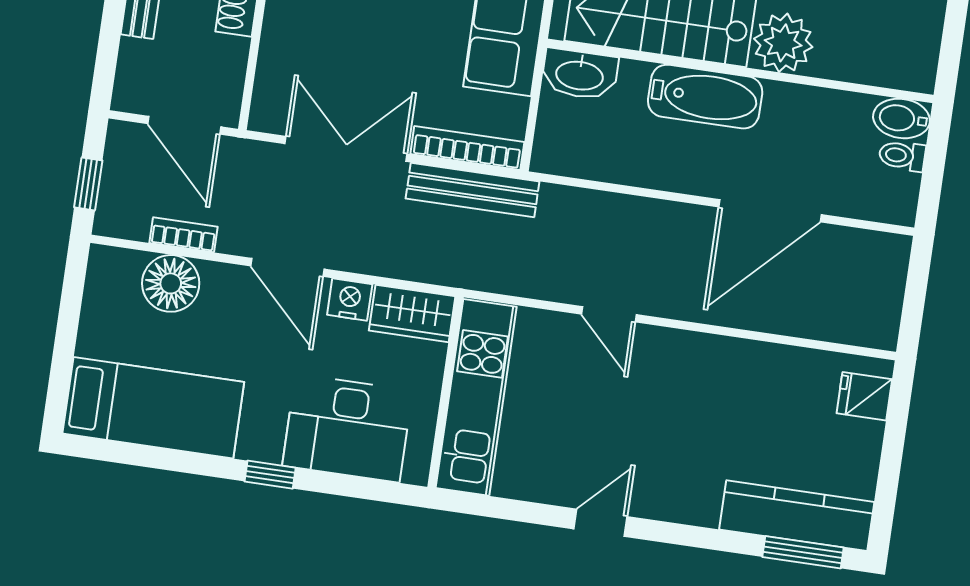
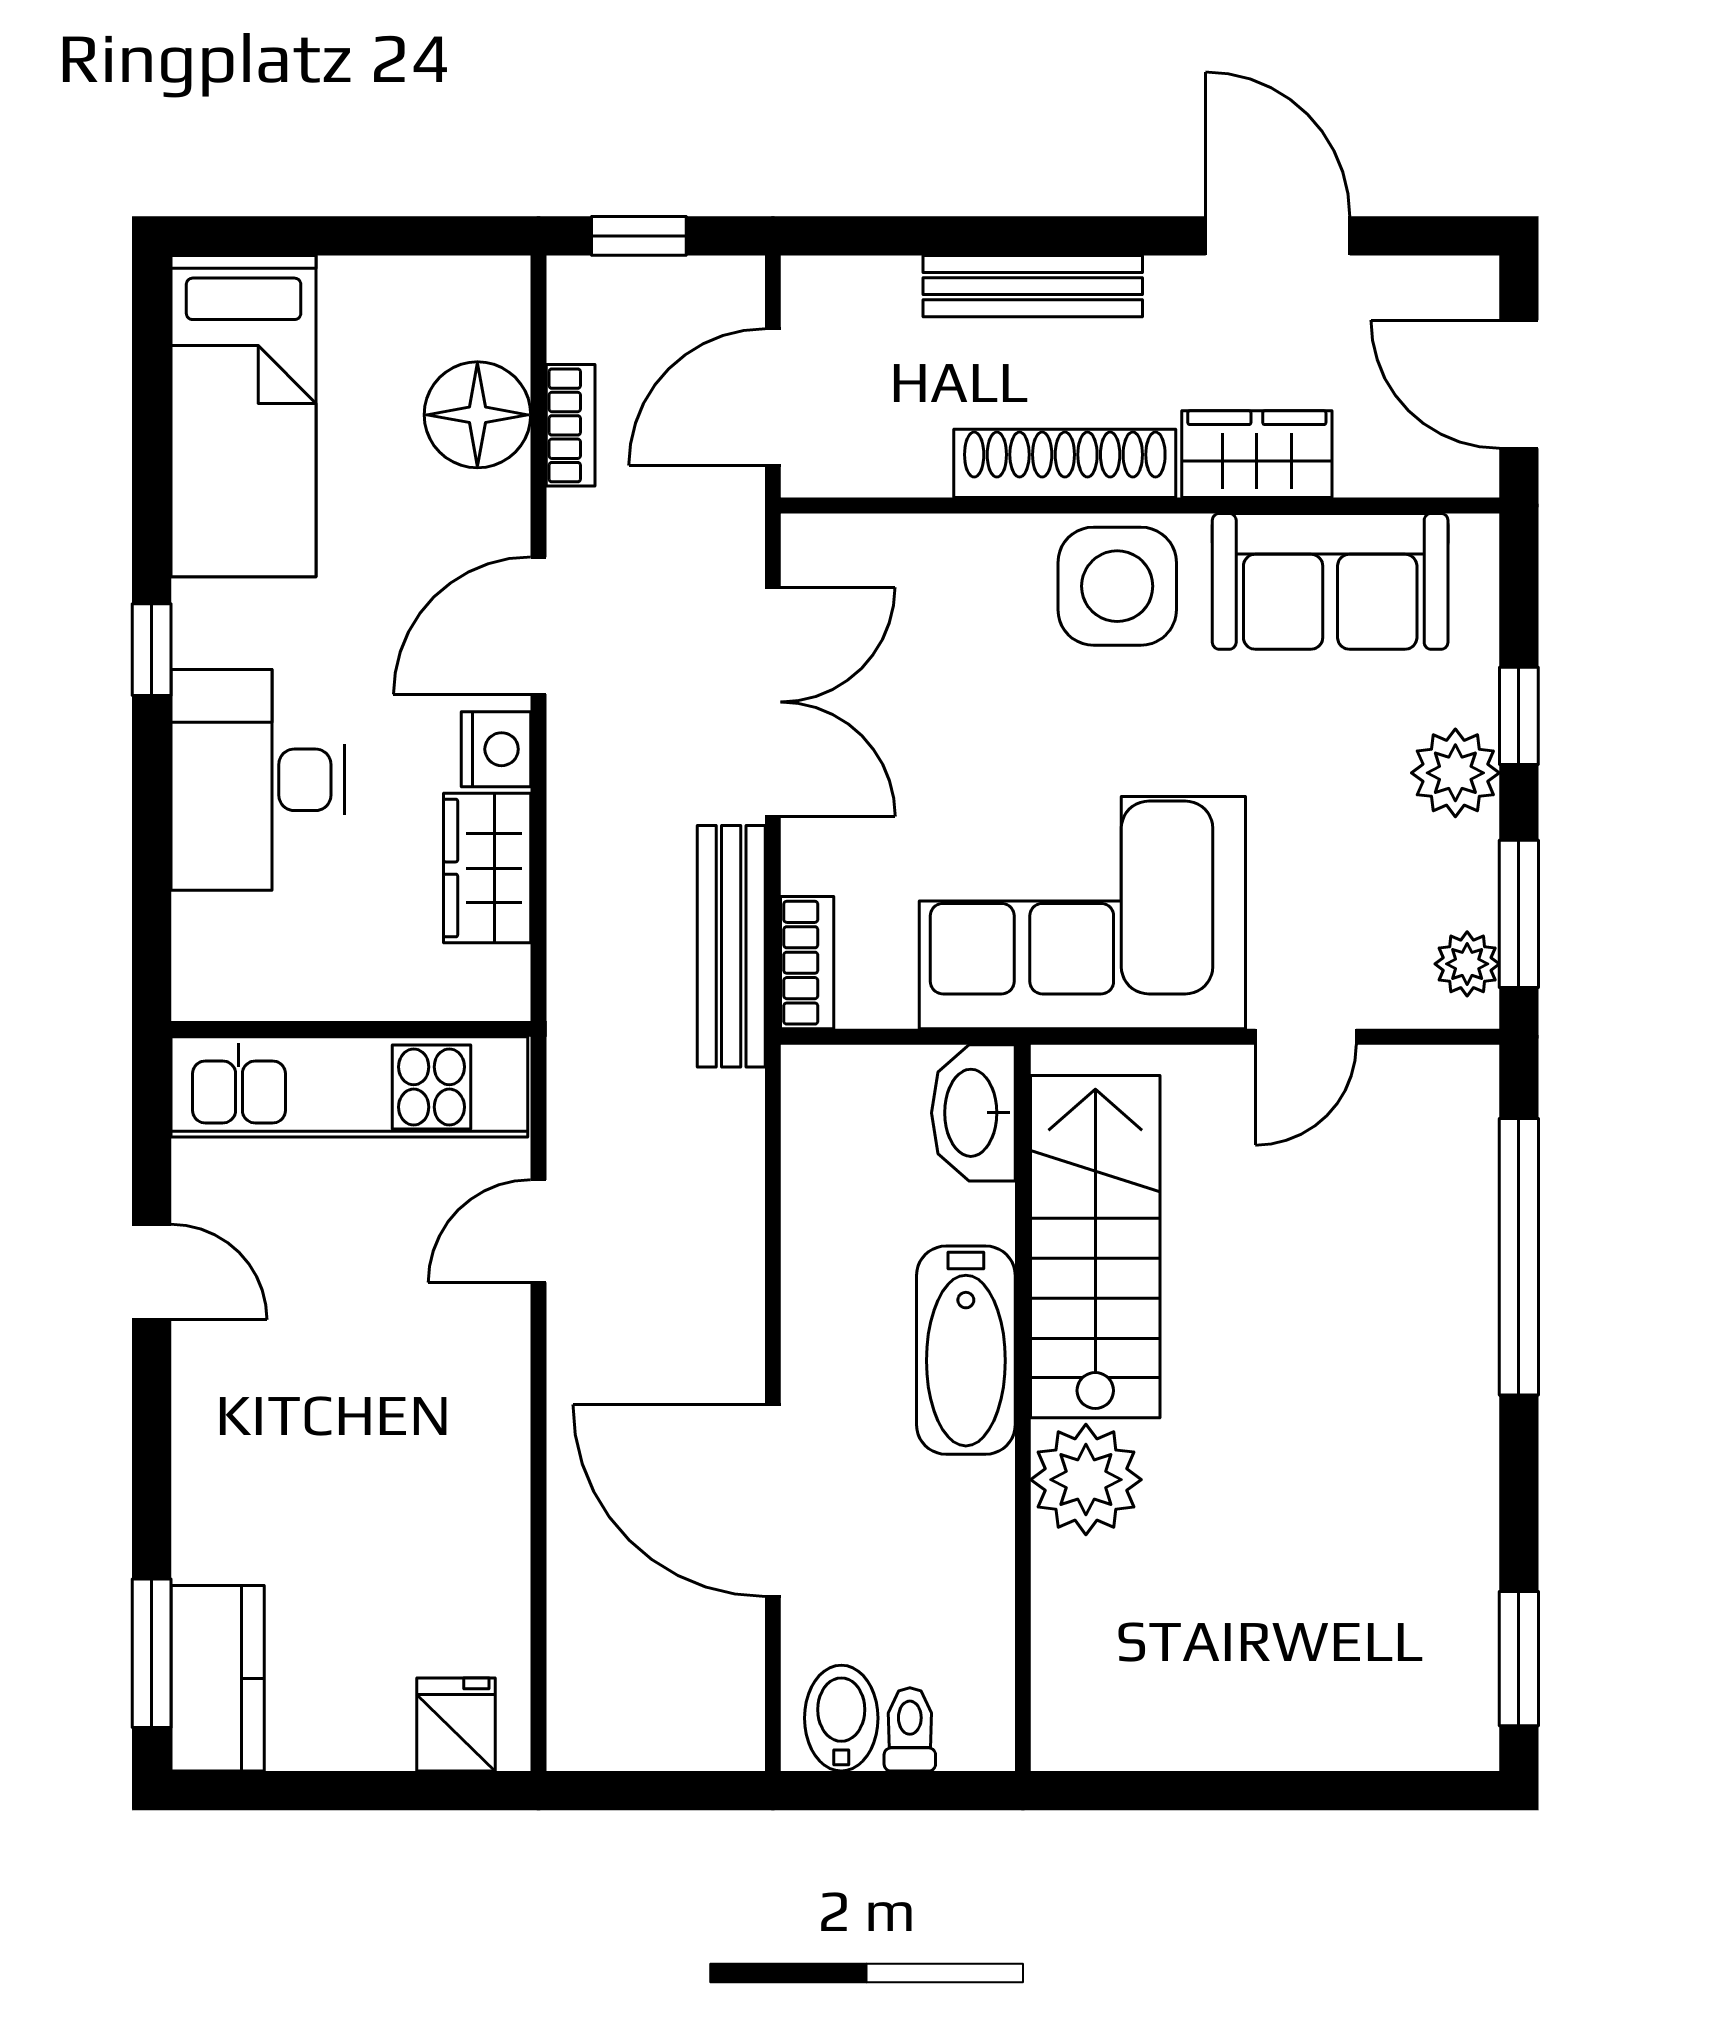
bidet: (901, 118) -> (841, 1718), moved
bookcase: (467, 148) -> (807, 963), width x0.64
wall: (445, 392) -> (351, 1029), moved
kitchen unit: (476, 397) -> (349, 1087), moved
kitchen counter: (797, 516) -> (218, 1678), width x0.67

